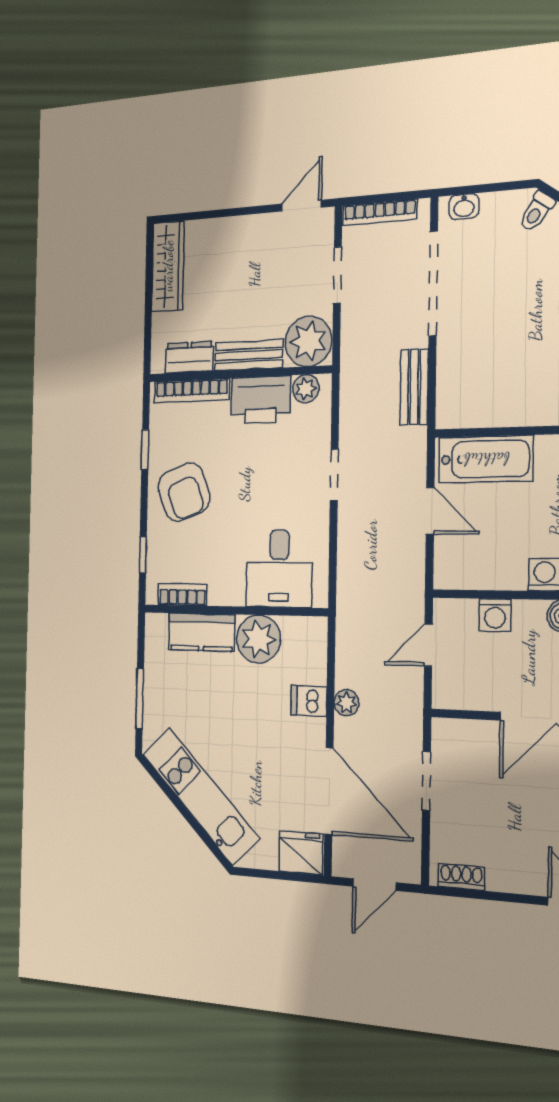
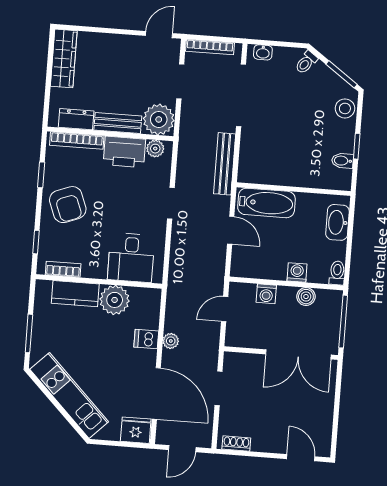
bench: (414, 387) -> (225, 164), width x1.36

